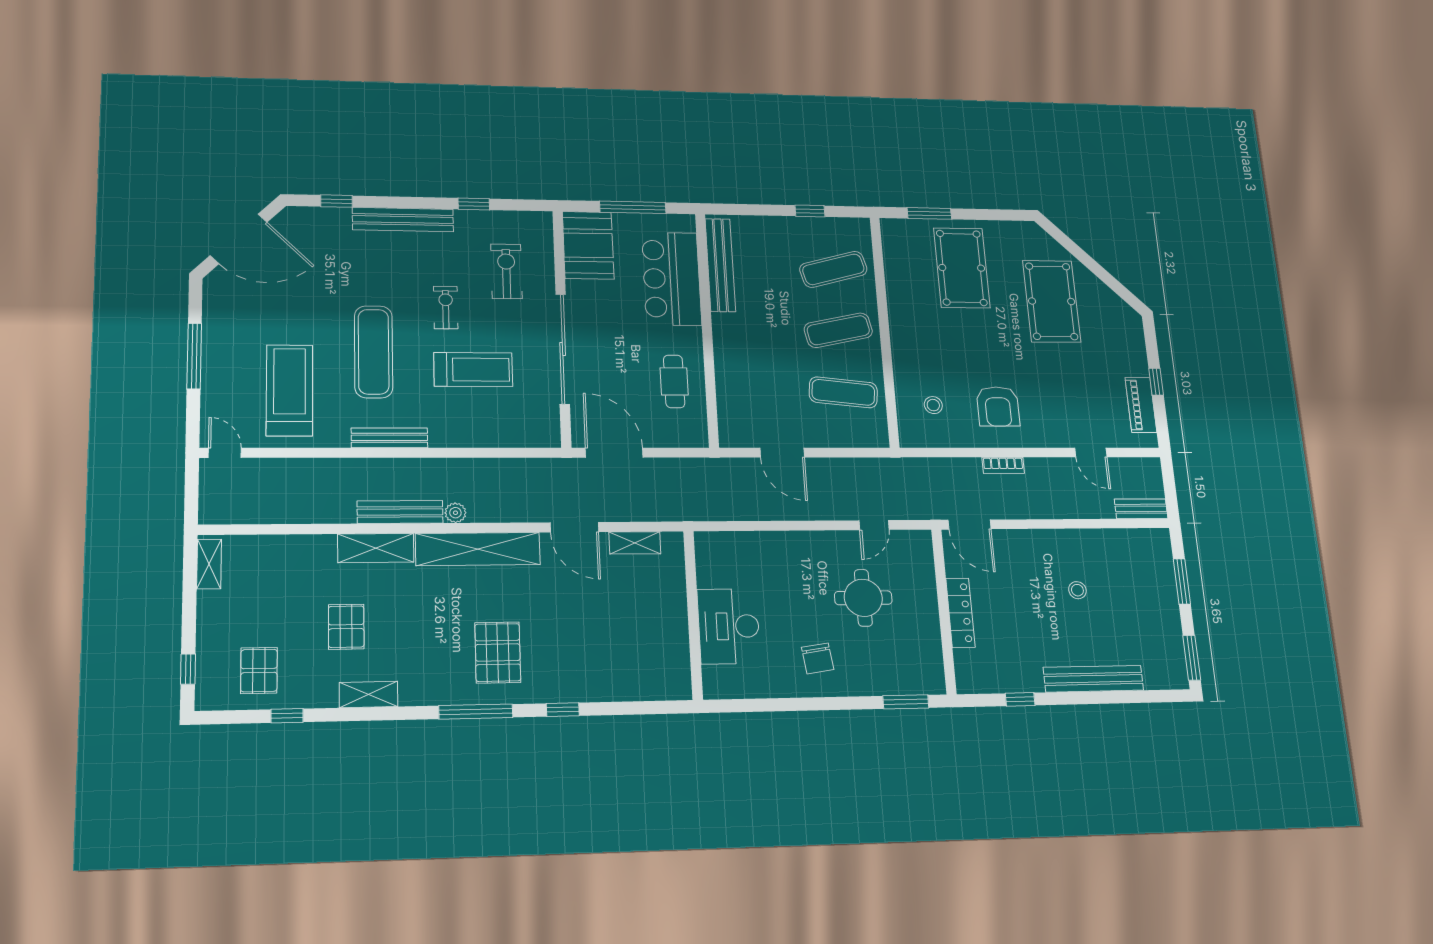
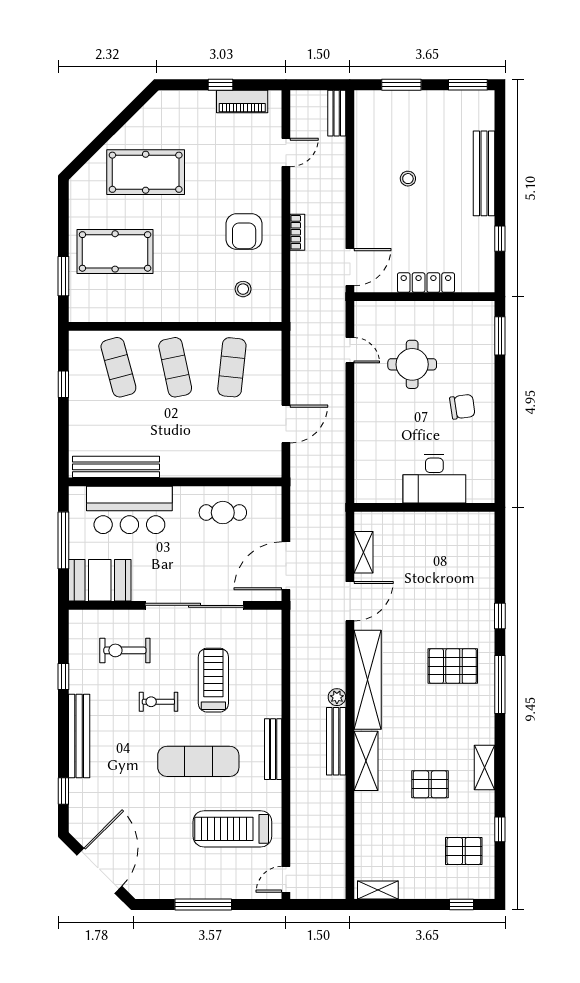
armchair: (998, 406) -> (244, 232), turned 90

